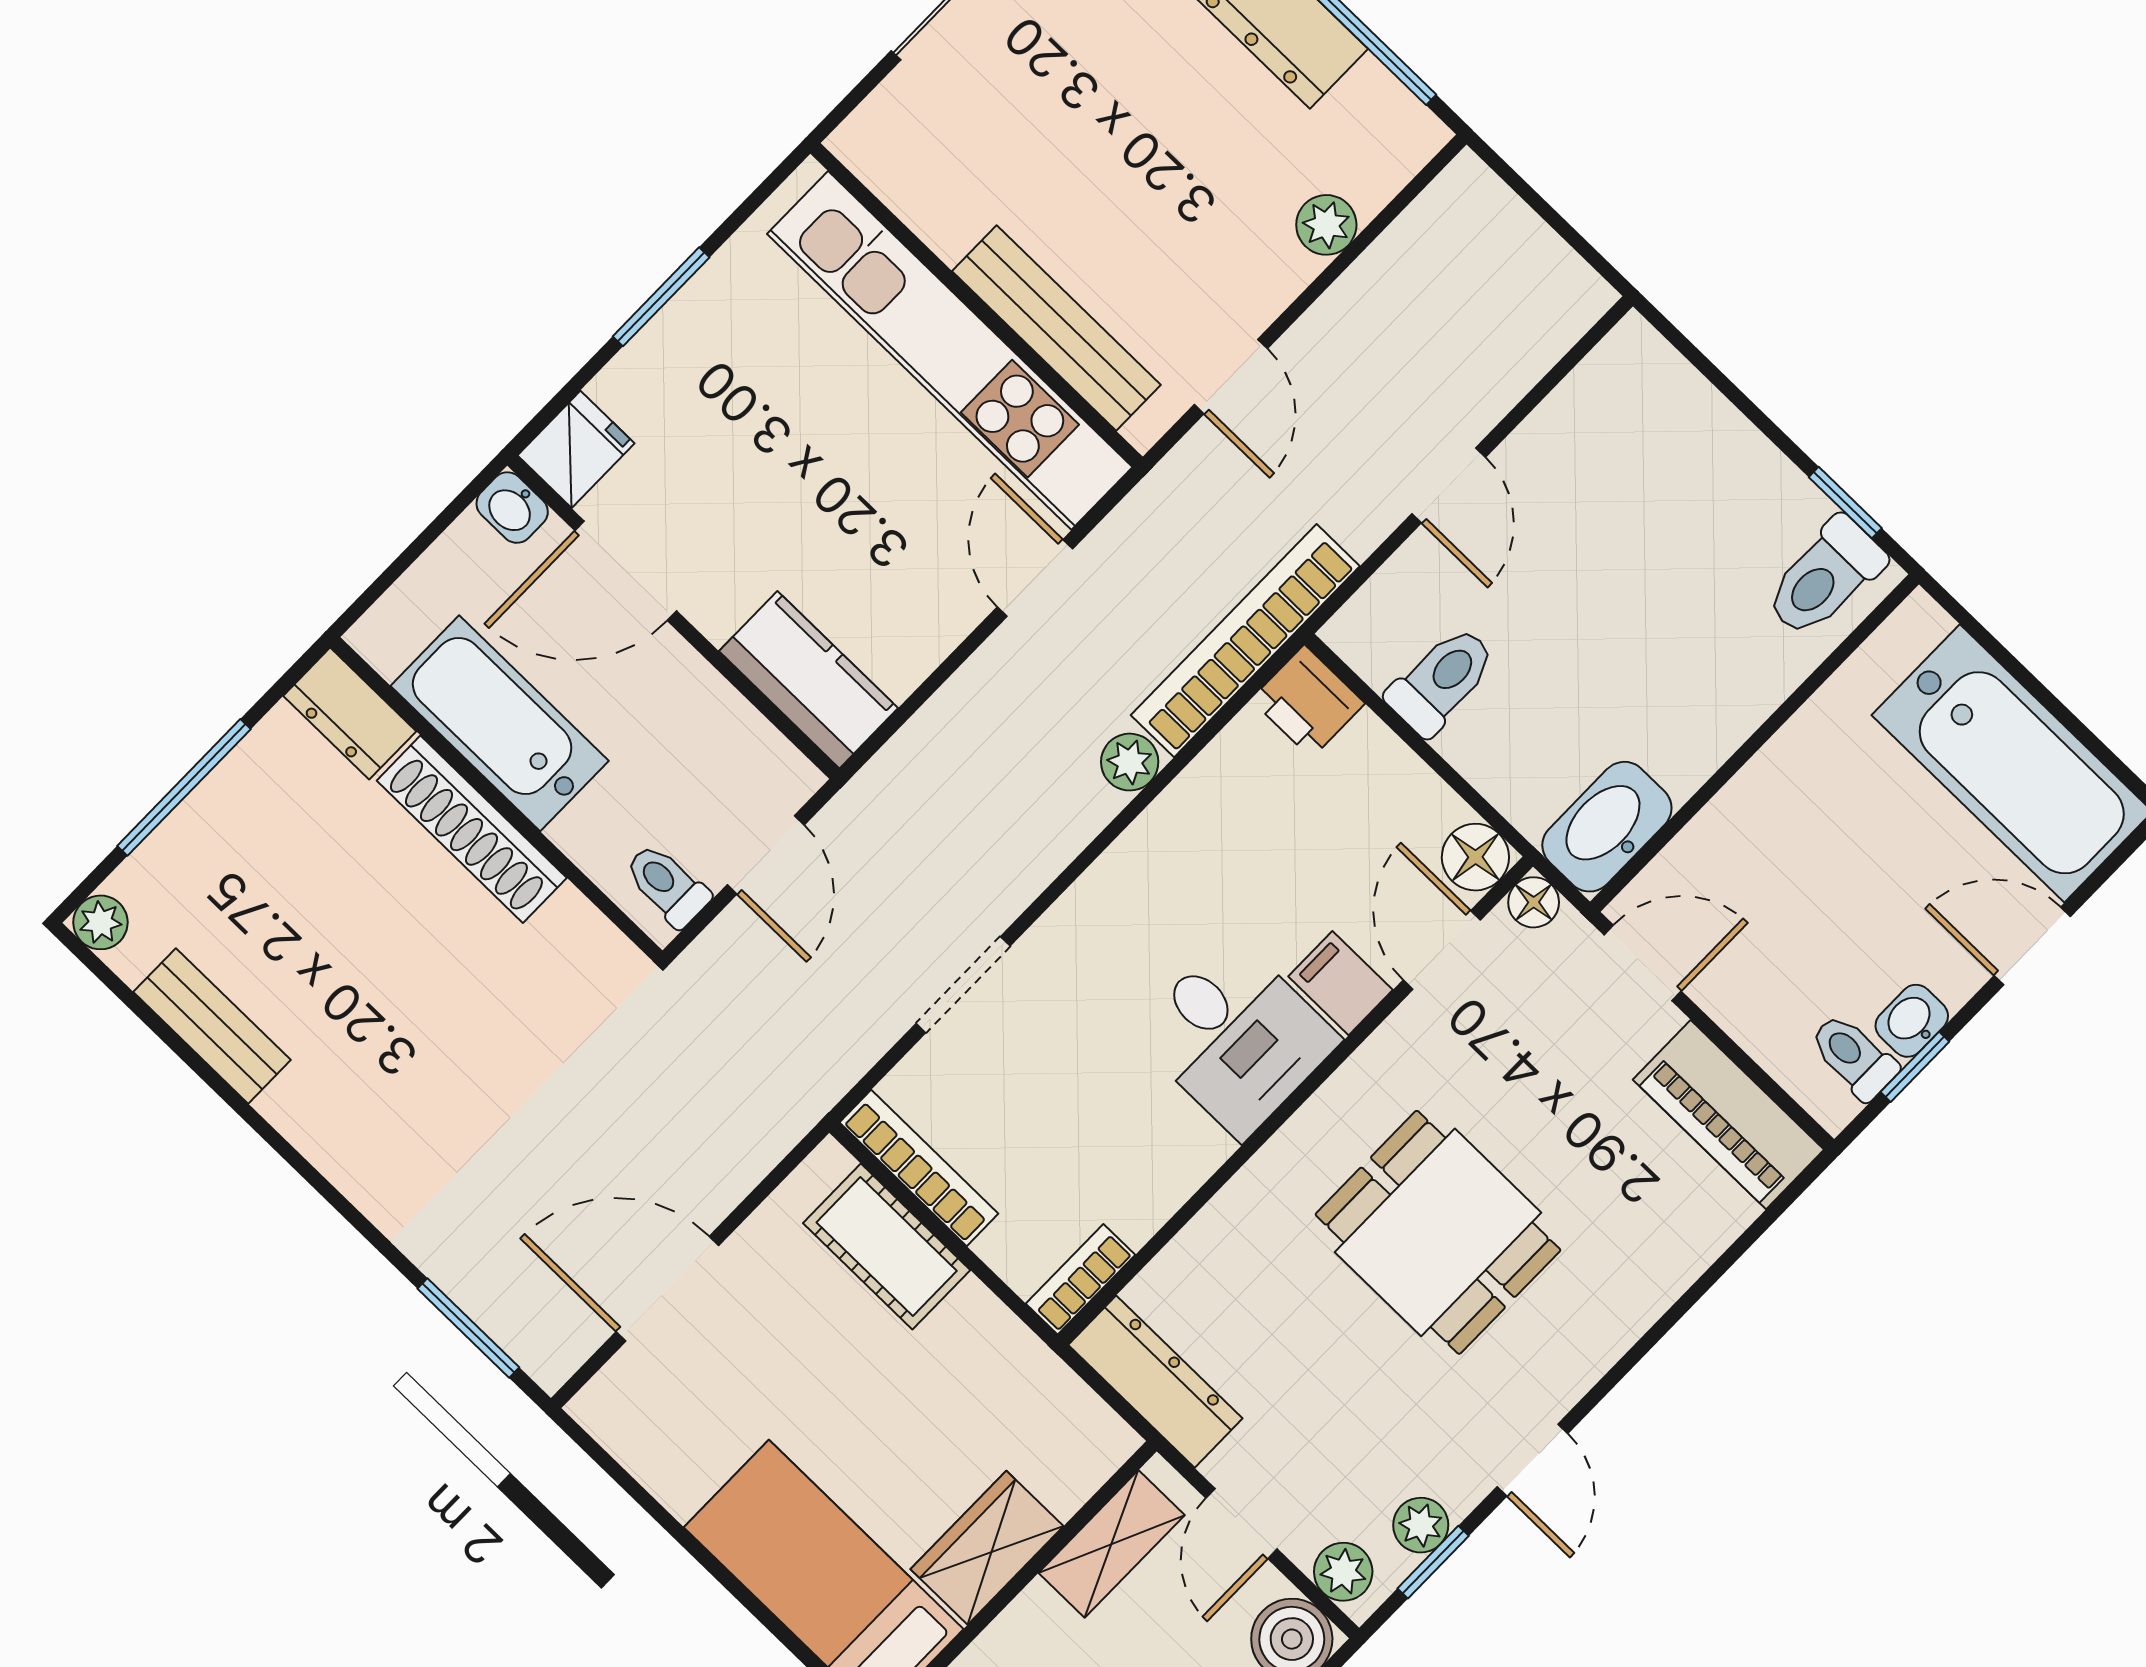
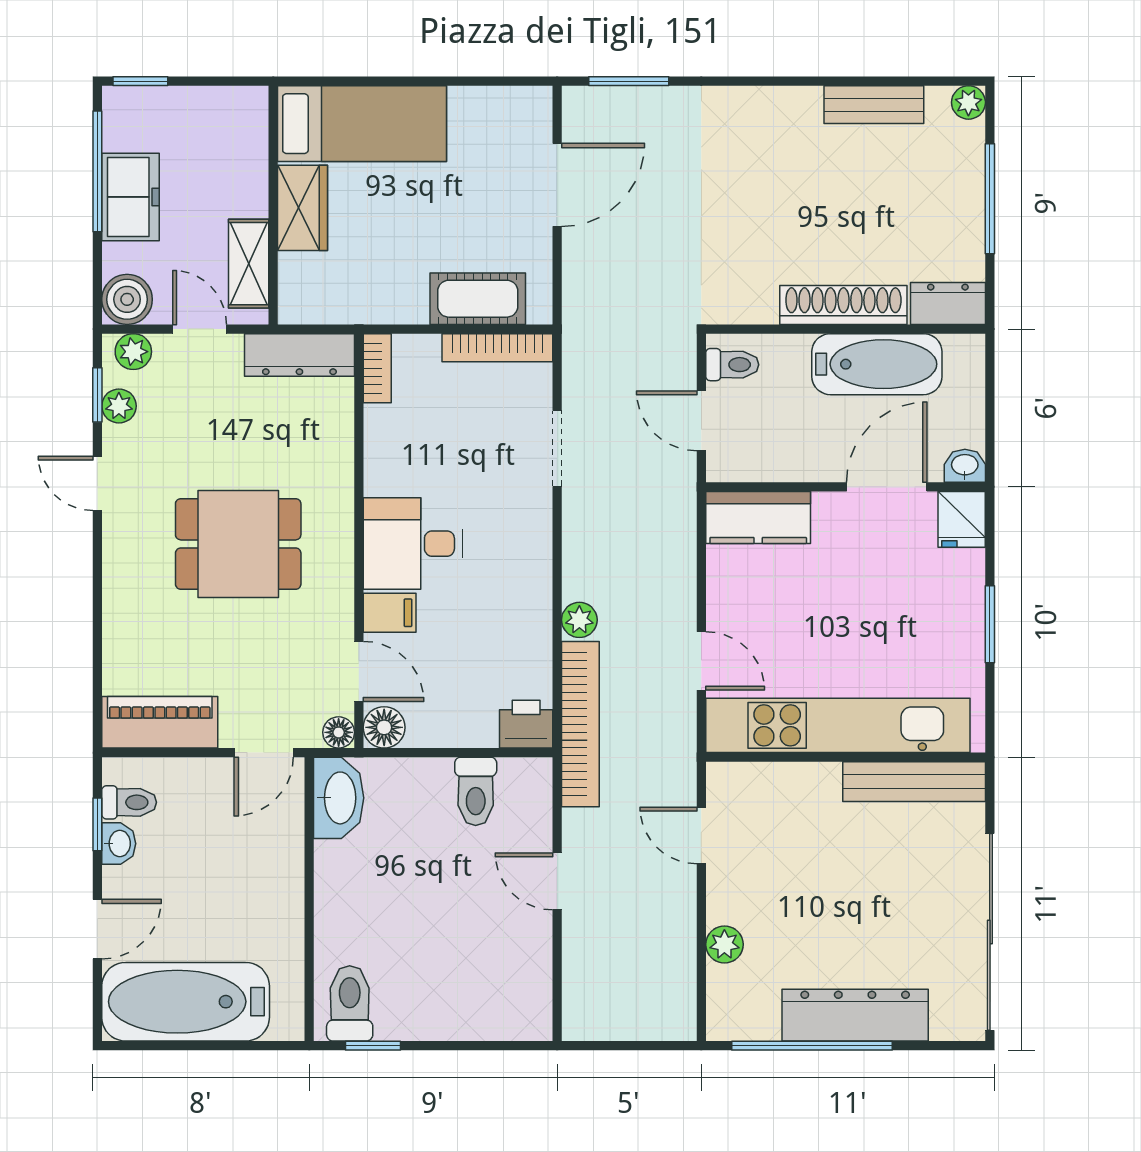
bench: (1056, 328) -> (914, 782), moved

